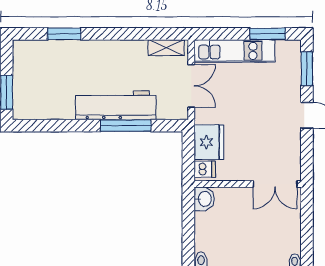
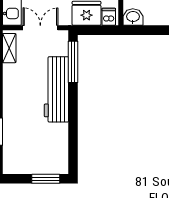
window: (126, 126) -> (73, 62), moved

